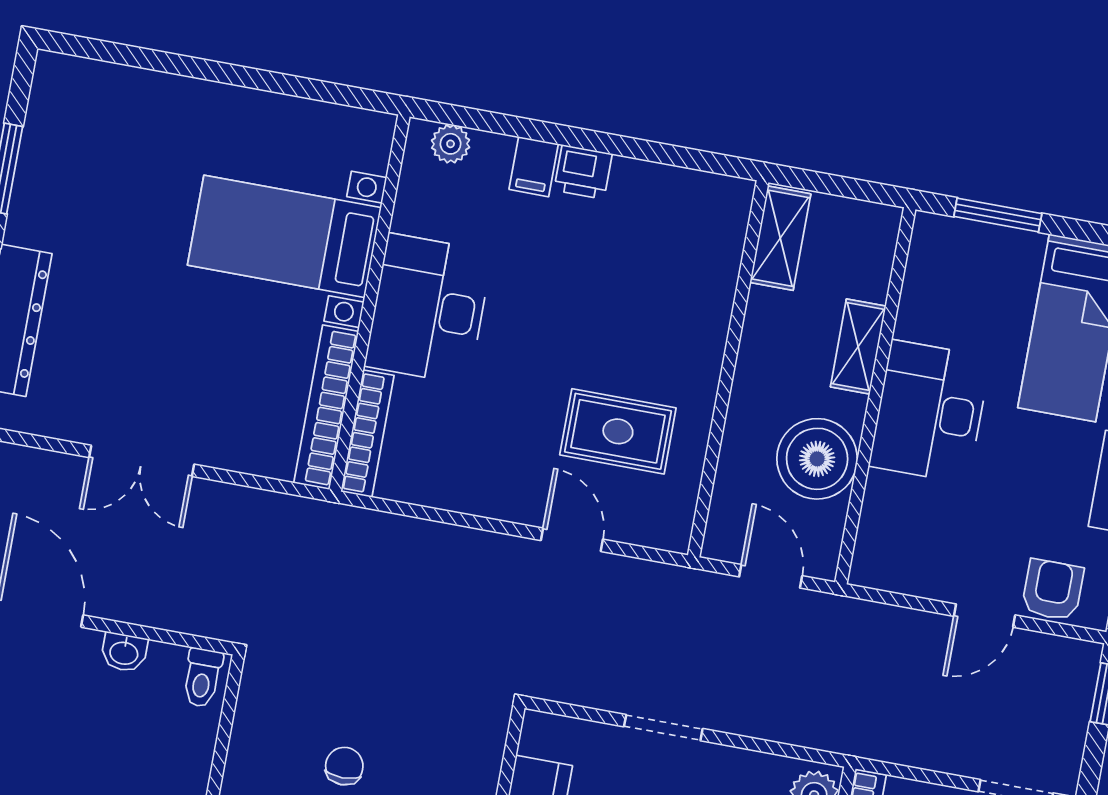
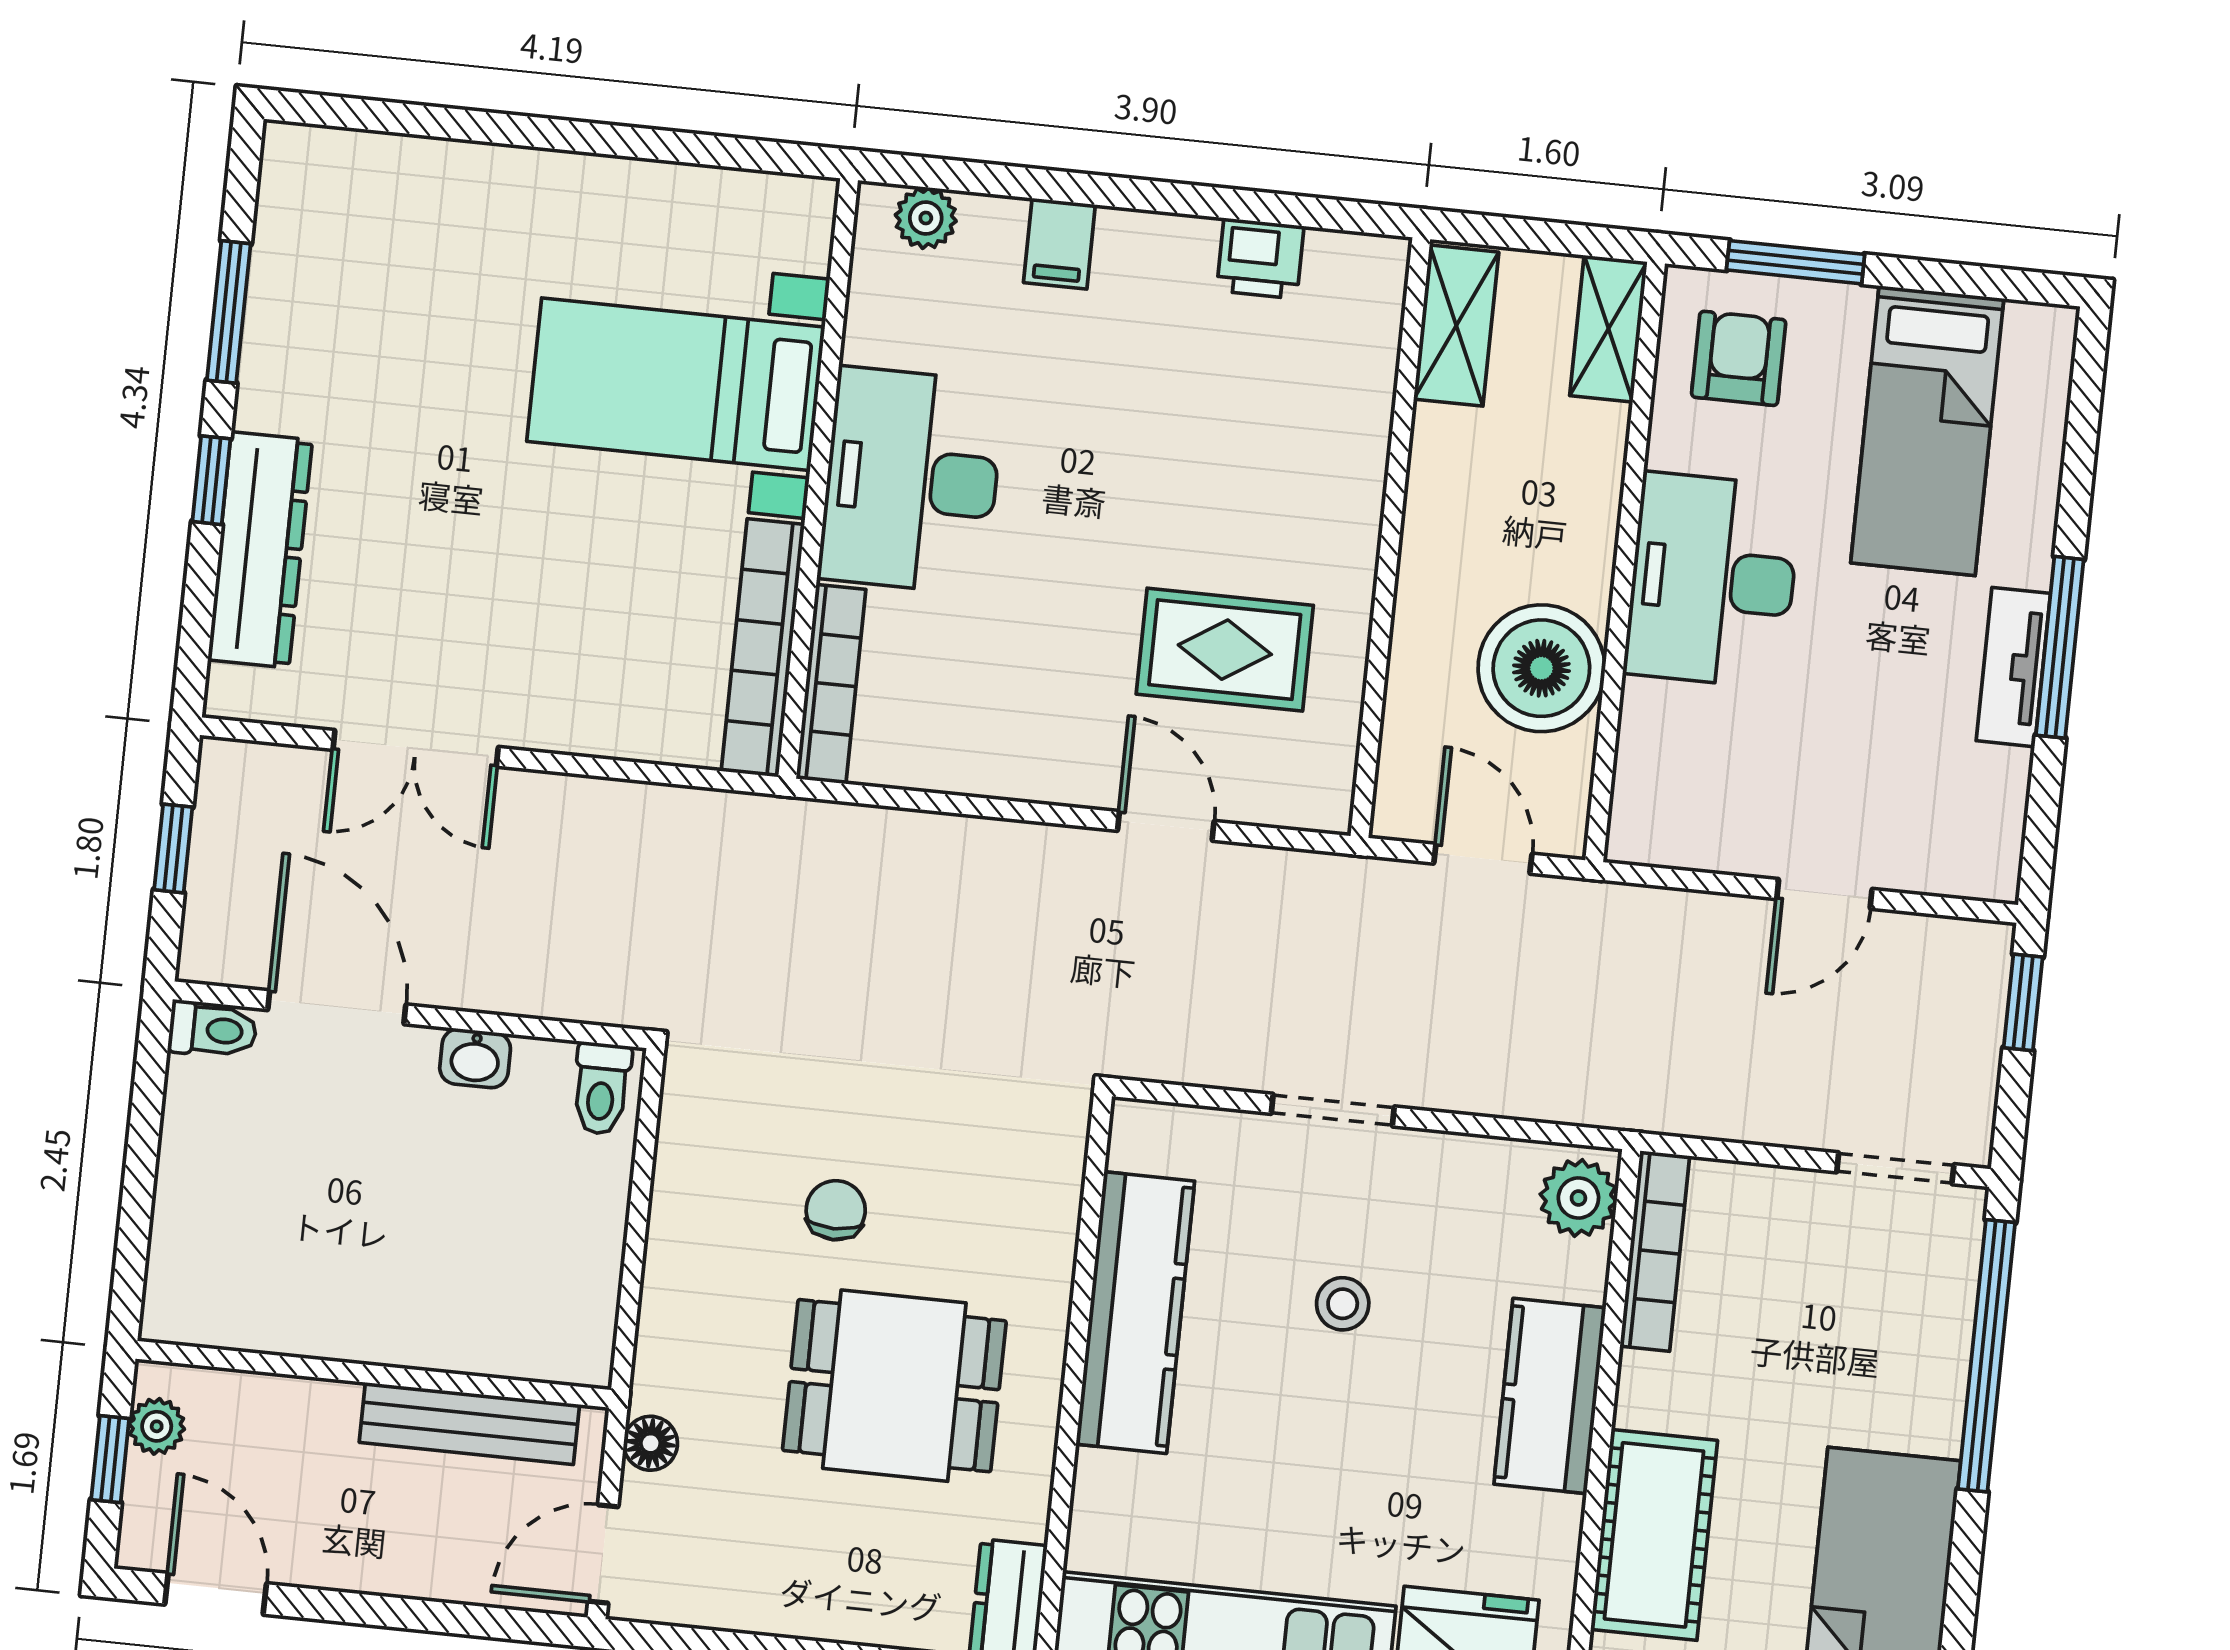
printer: (583, 172) -> (1260, 259), moved
shelving: (858, 346) -> (1608, 329), moved
double door: (142, 461) -> (416, 748), moved
armchair: (1053, 590) -> (1739, 358), moved

